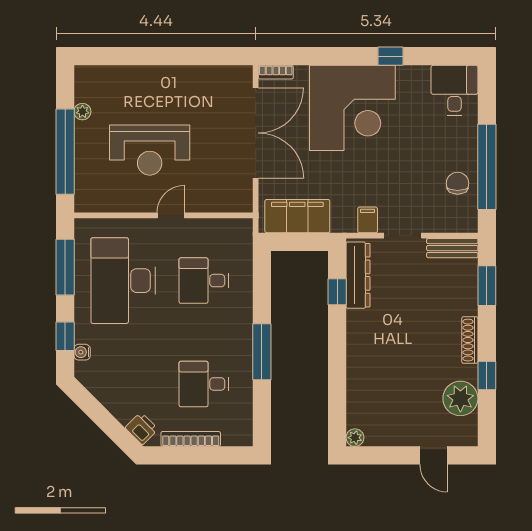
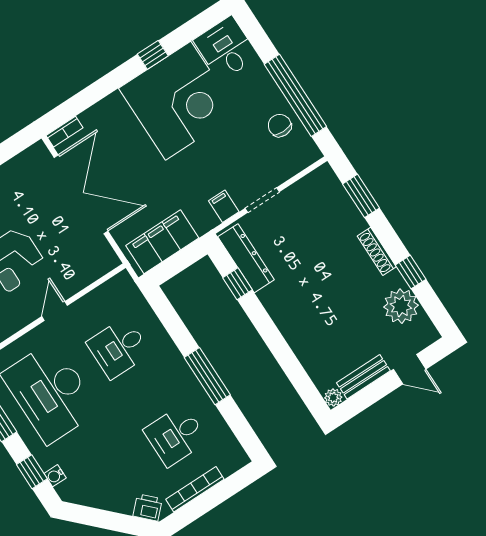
corner desk: (352, 108) -> (178, 101), moved
bench: (452, 248) -> (363, 377), moved

